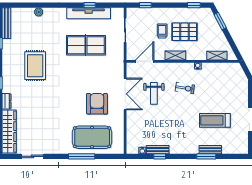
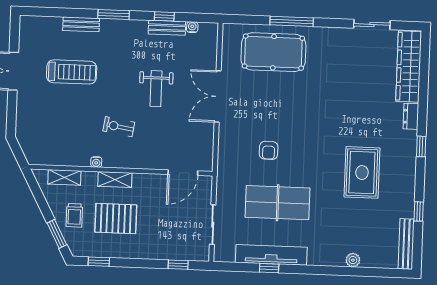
trolley: (162, 31) -> (74, 215), moved
shelving: (175, 56) -> (115, 180), moved
weight bench: (154, 93) -> (156, 89), moved, turned 180
double door: (125, 94) -> (218, 96), moved
armchair: (97, 104) -> (269, 150), moved, width x0.53, depth x0.53
window: (206, 156) -> (114, 15), moved

